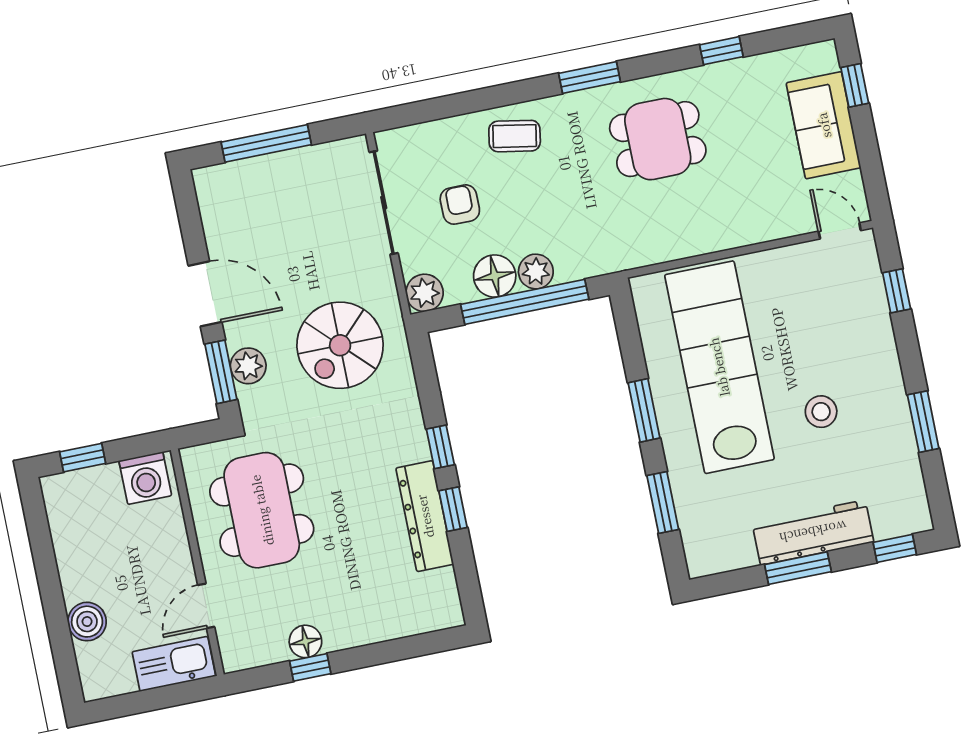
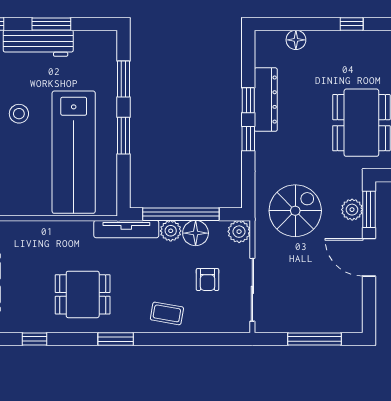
tv unit: (609, 260) -> (126, 229), added
floor lamp: (305, 641) -> (296, 40), moved

